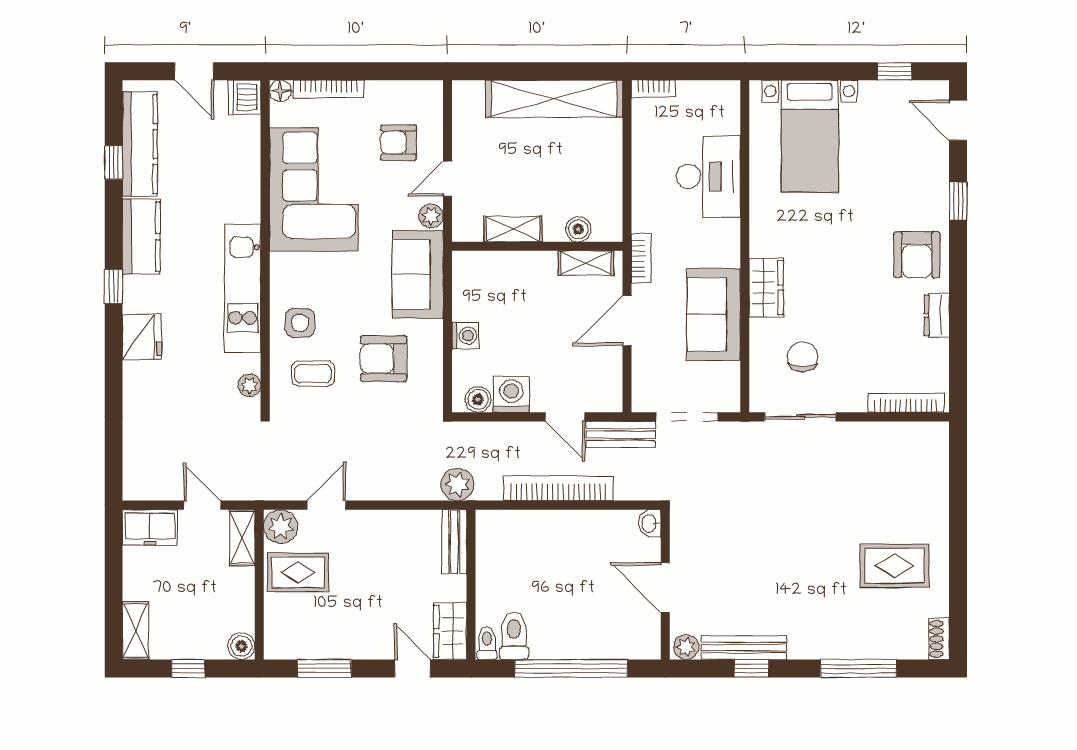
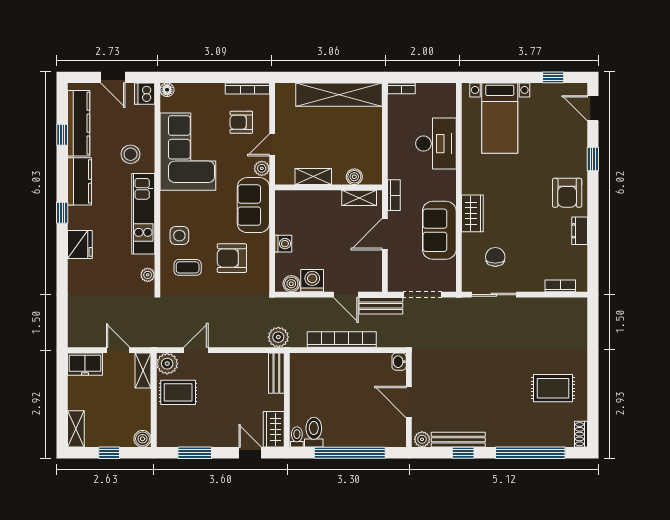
bookcase: (329, 89) -> (247, 89), moved
stool: (222, 193) -> (131, 154), added
bookcase: (906, 403) -> (560, 286), width x0.64
window: (858, 668) -> (530, 453), width x1.46

